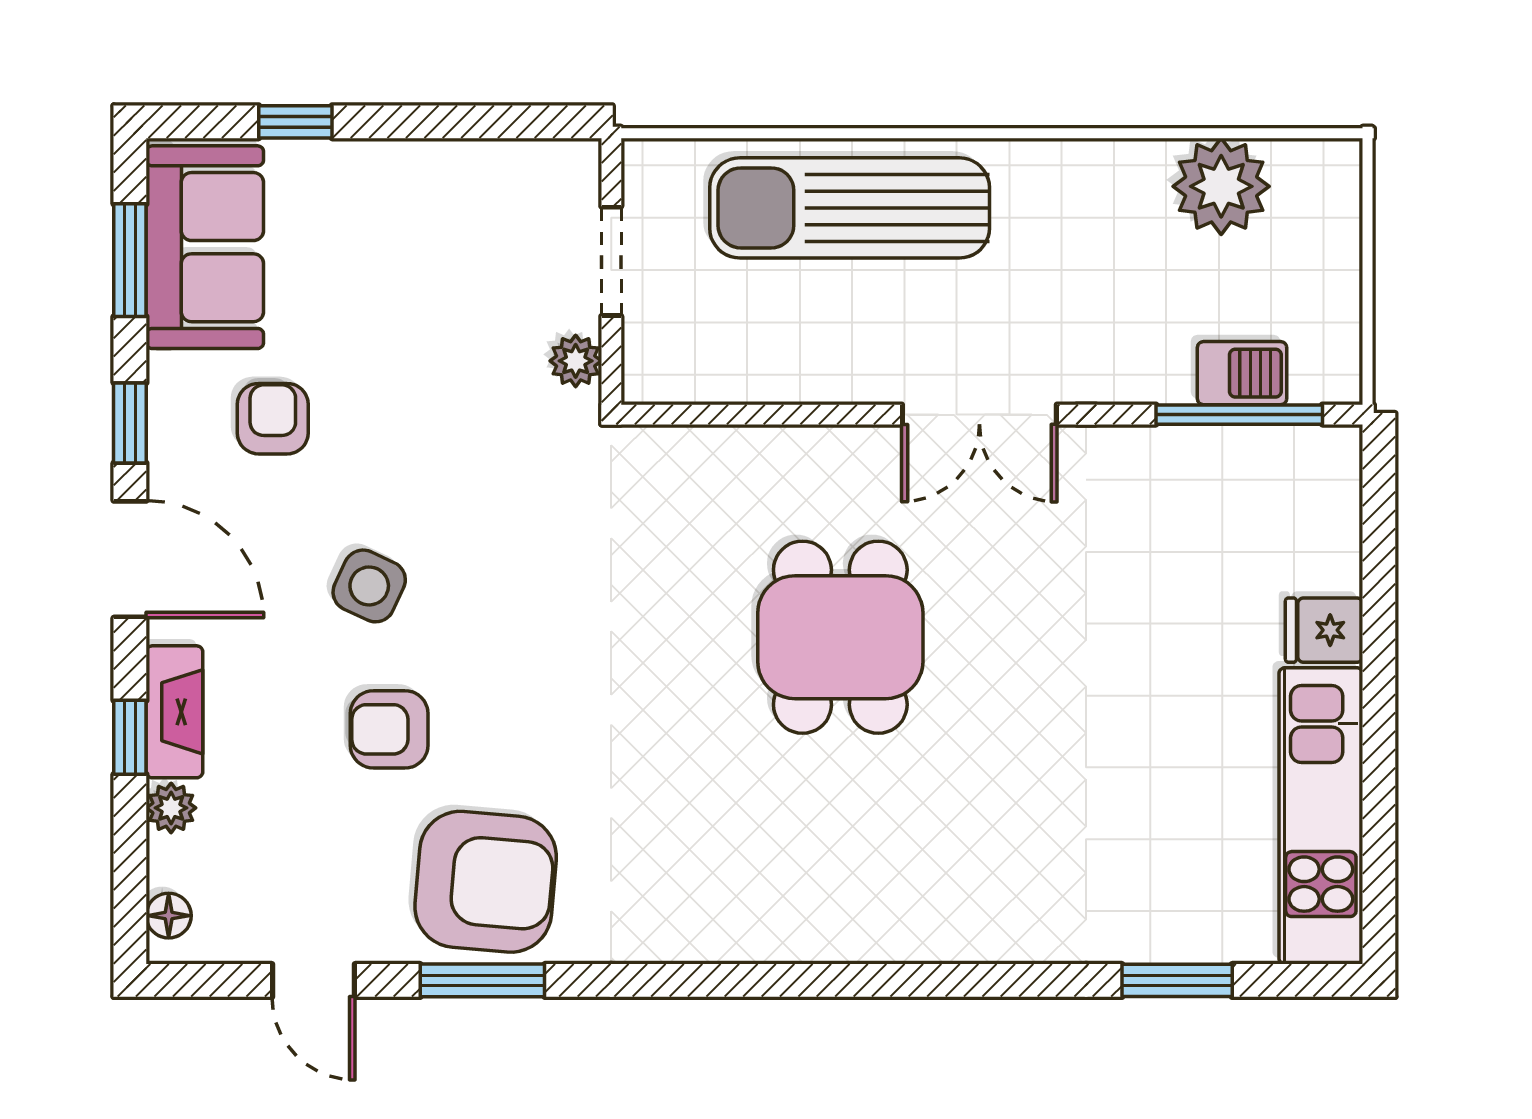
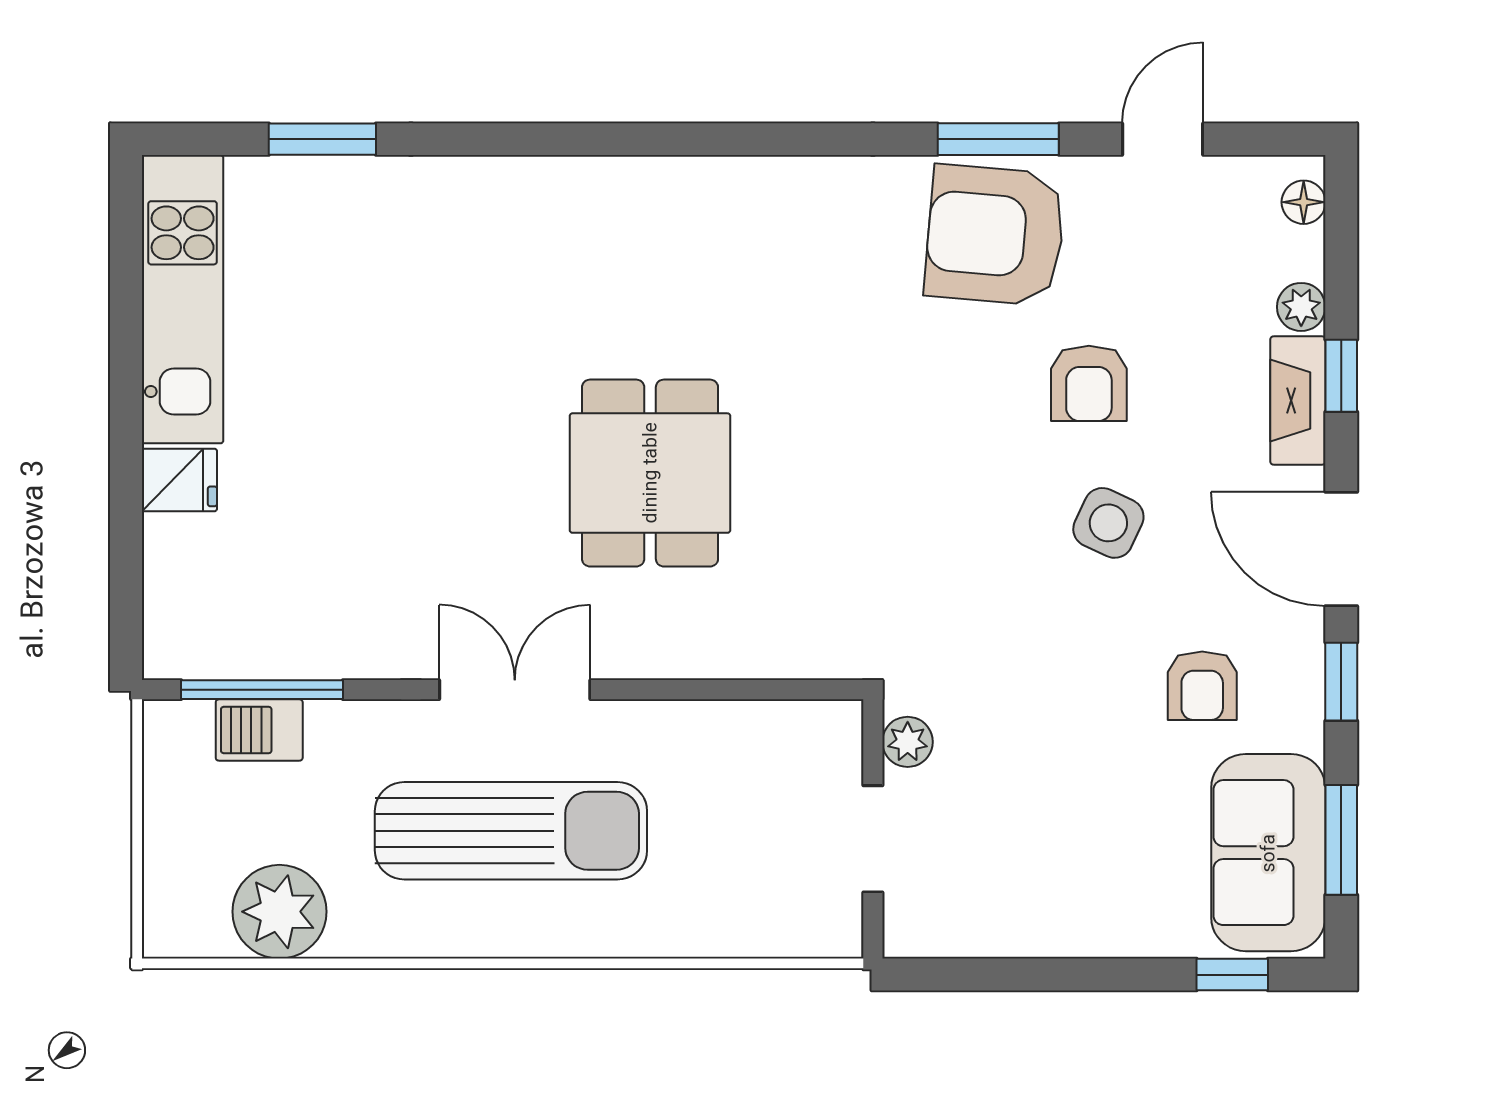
window: (295, 122) -> (1232, 975), moved
sun lounger: (850, 208) -> (511, 831), moved
armchair: (389, 729) -> (1089, 383), turned 90
door: (314, 980) -> (1163, 139), hinge flipped

